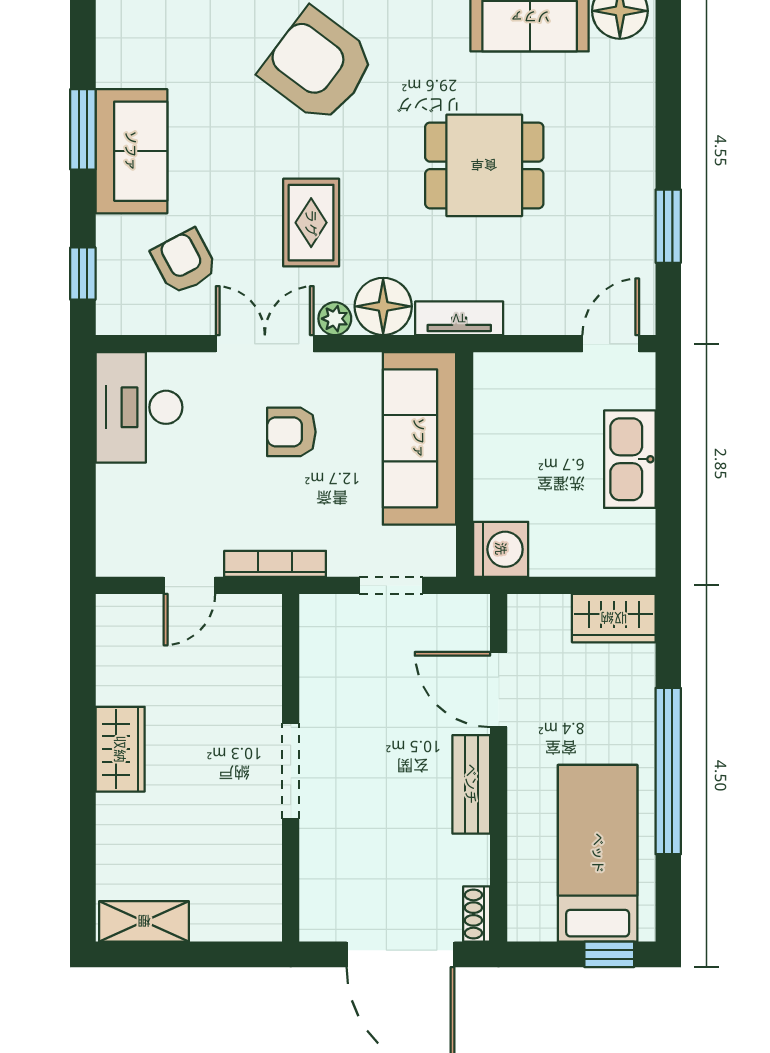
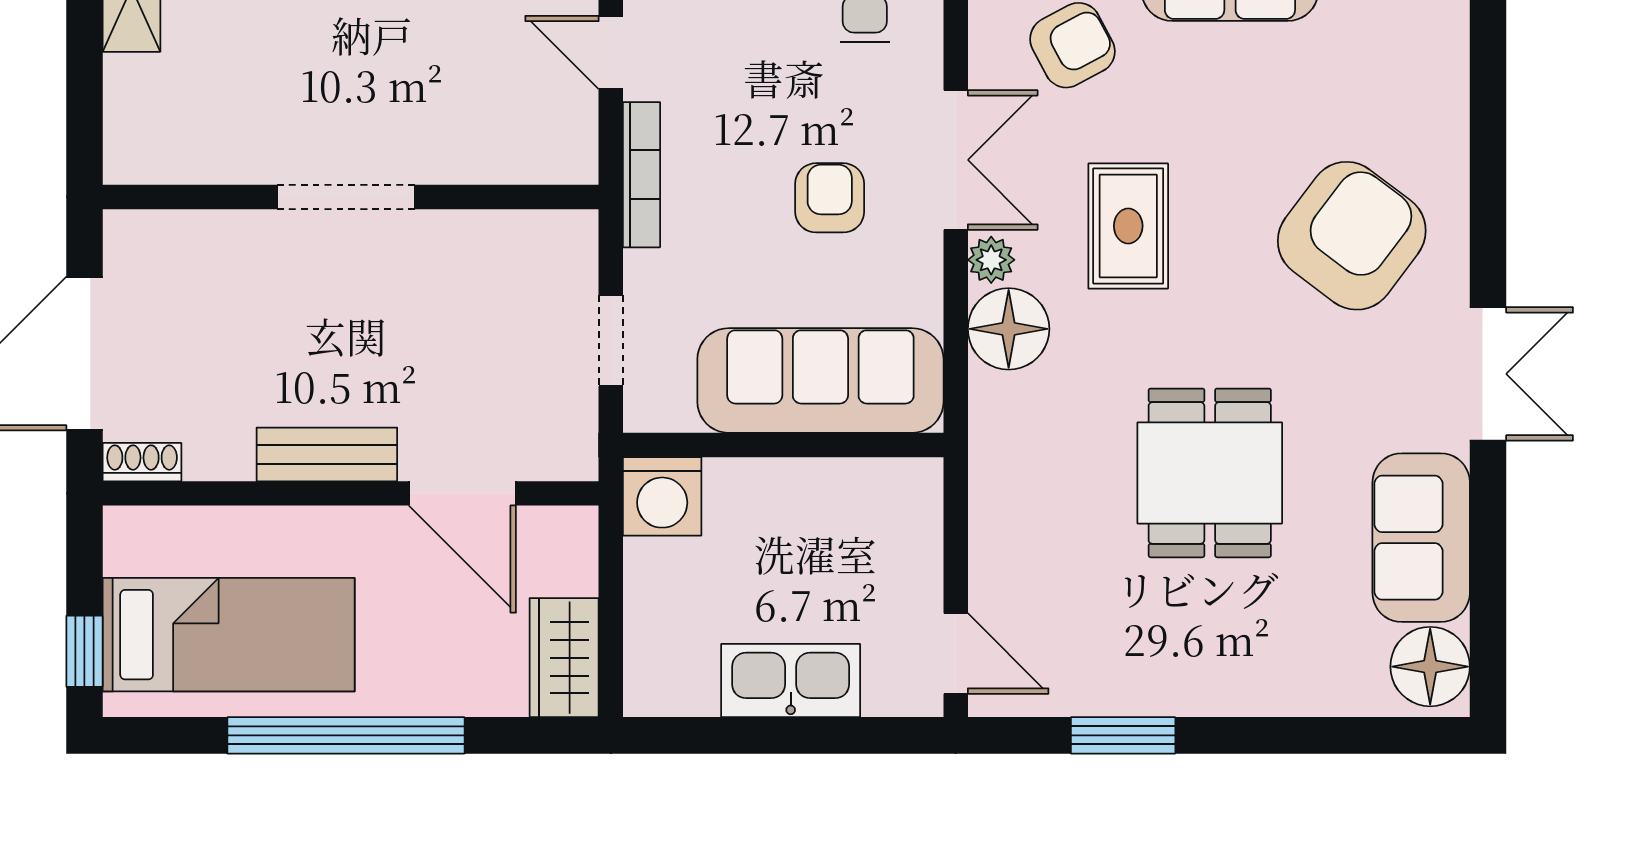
rug: (311, 223) -> (1128, 226), turned 90
tv unit: (459, 318) -> (992, 437), removed
door: (499, 689) -> (462, 493), swing flipped

